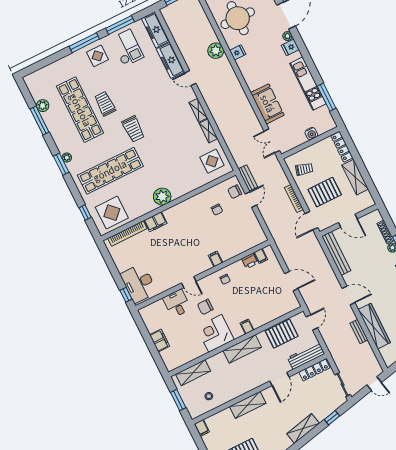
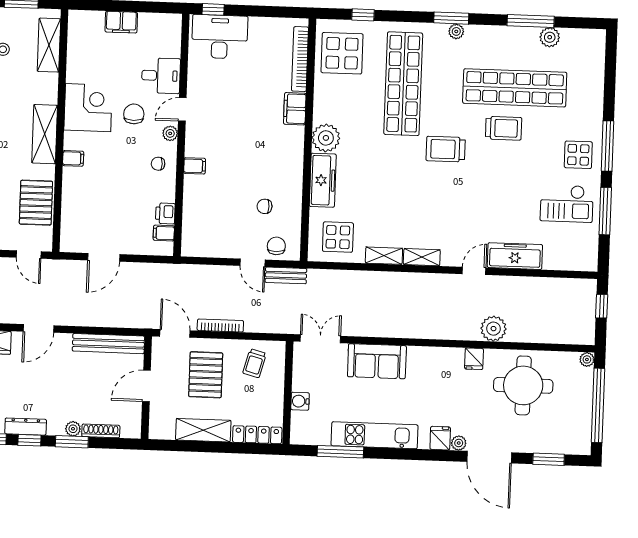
freezer: (155, 30) -> (323, 180), moved, turned 90
plant: (205, 282) -> (170, 133), added

